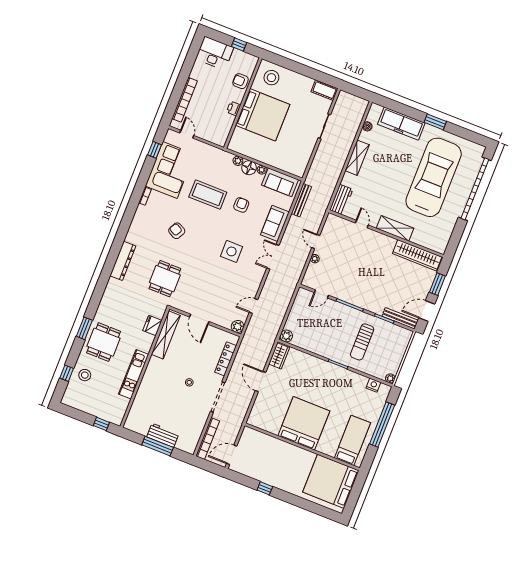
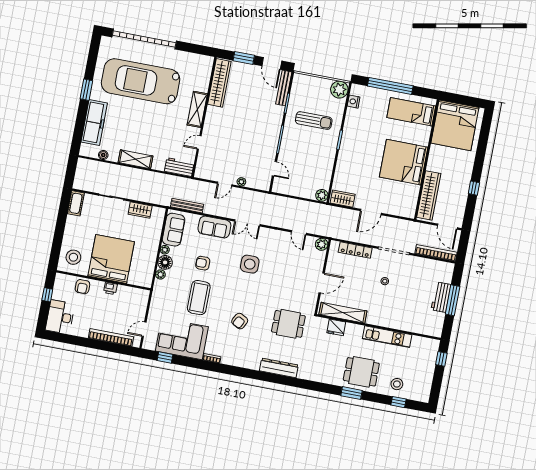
wardrobe: (306, 153) -> (140, 210), added
plant: (390, 378) -> (339, 90), width x1.88, depth x1.88
wardrobe: (266, 442) -> (429, 195), added

